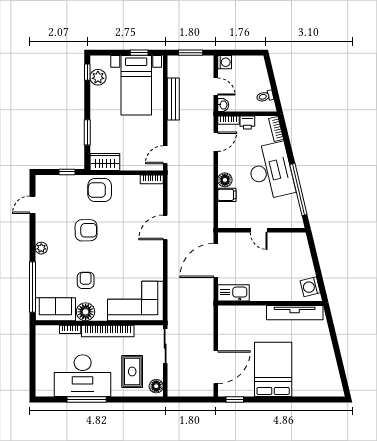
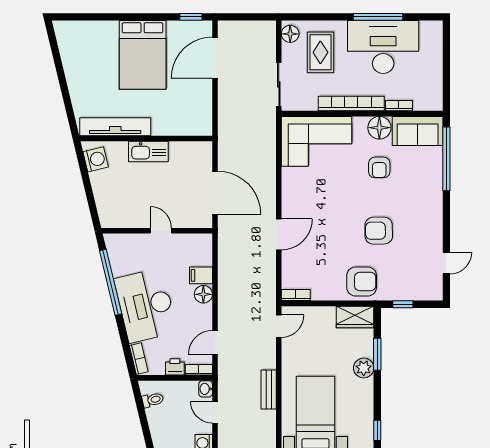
plant: (98, 77) -> (364, 368), moved
bench: (173, 99) -> (269, 389), width x0.73
plant: (41, 248) -> (435, 208), removed
door: (216, 260) -> (215, 193), hinge flipped
kitchen sink: (234, 293) -> (148, 152), moved

